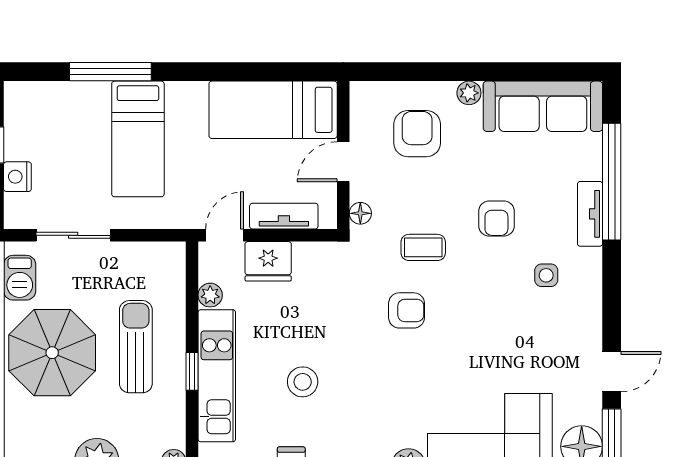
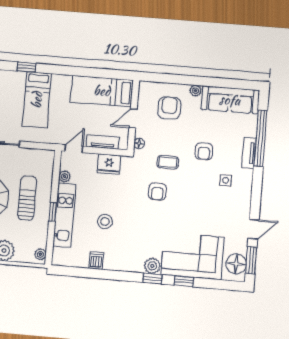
window: (110, 72) -> (27, 67), width x0.46
fridge: (268, 261) -> (109, 164), moved
armchair: (407, 310) -> (157, 192), turned 90

